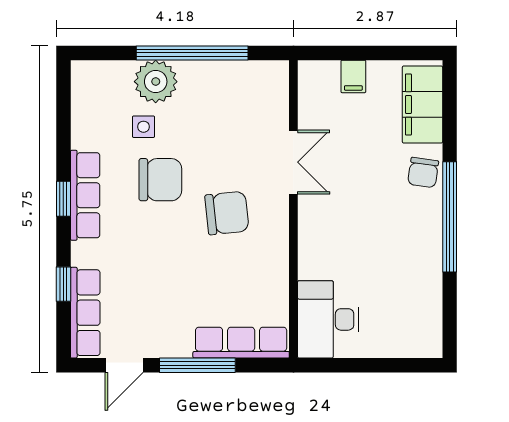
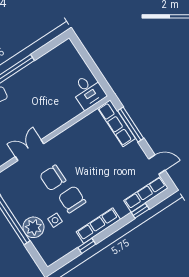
window: (63, 199) -> (87, 246), moved
chair: (227, 213) -> (53, 178), moved, turned -84
desk: (328, 319) -> (88, 91), width x0.73
window: (197, 365) -> (131, 125), moved

